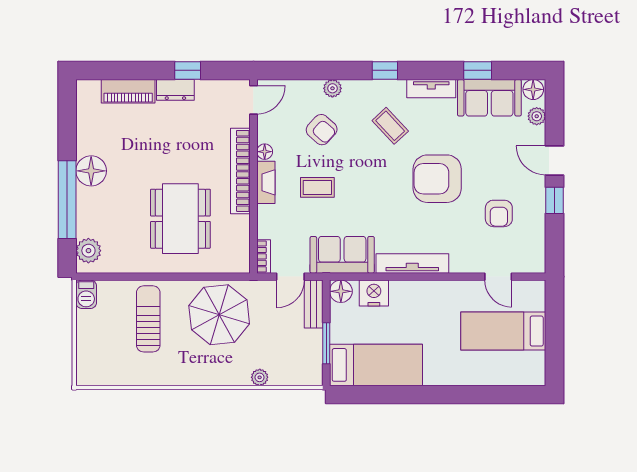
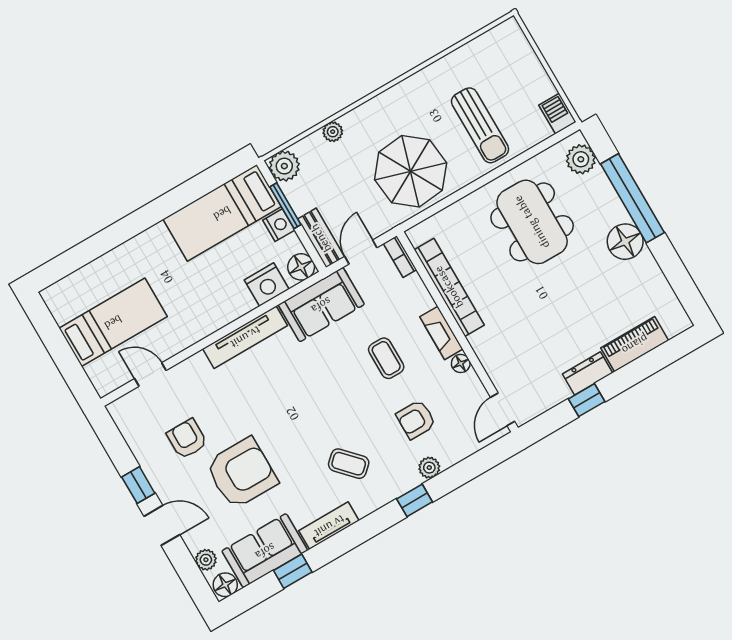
window: (385, 70) -> (415, 500), moved
armchair: (322, 130) -> (416, 419), turned -42
bookcase: (240, 171) -> (449, 287), moved
armchair: (437, 179) -> (242, 473), moved
coffee table: (317, 187) -> (386, 358), turned 90
dining table: (180, 219) -> (532, 222), moved
nightstand: (339, 332) -> (279, 225), added
plant: (310, 373) -> (284, 166), added

